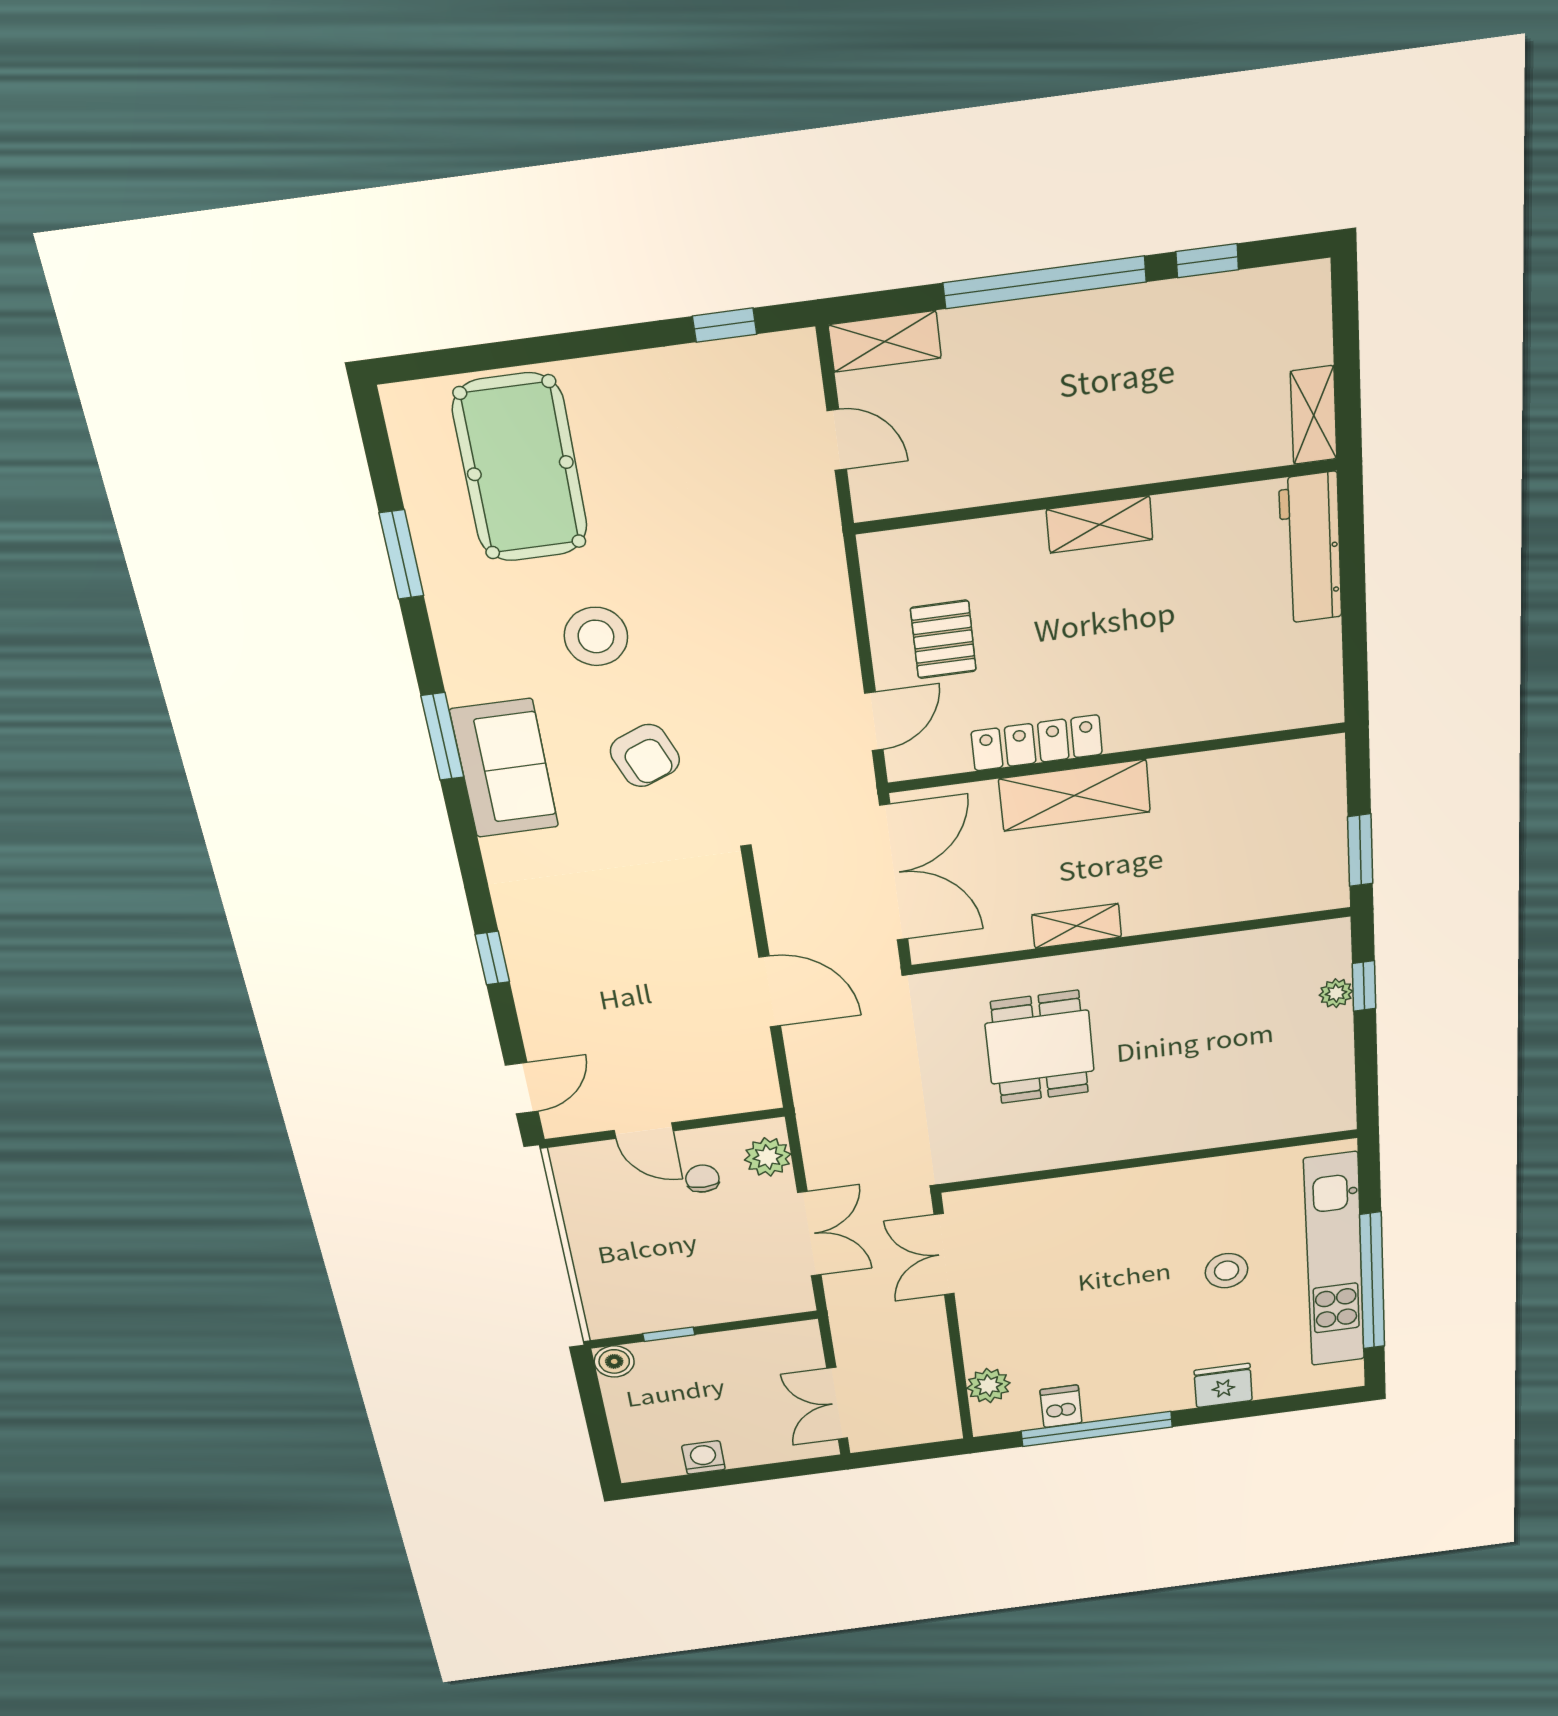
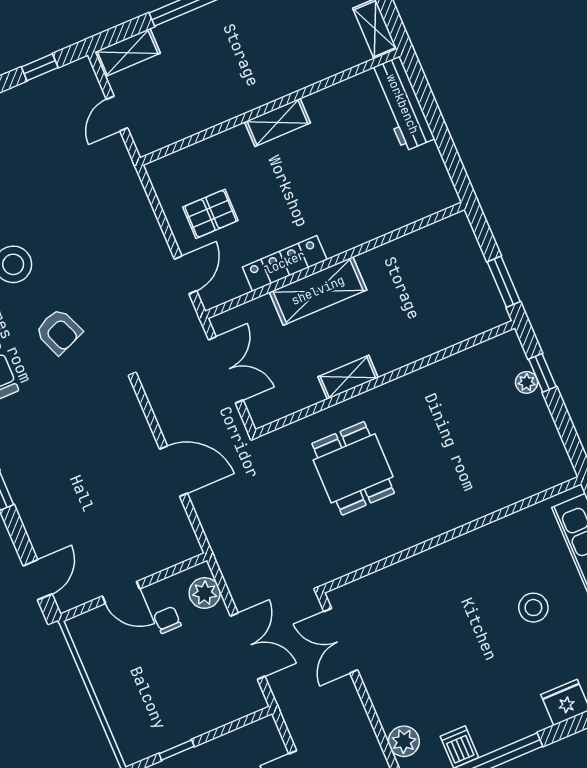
door: (837, 440) -> (117, 114), swing flipped
pallet: (943, 639) -> (210, 214), turned 90
double door: (894, 873) -> (226, 370), width x0.73

